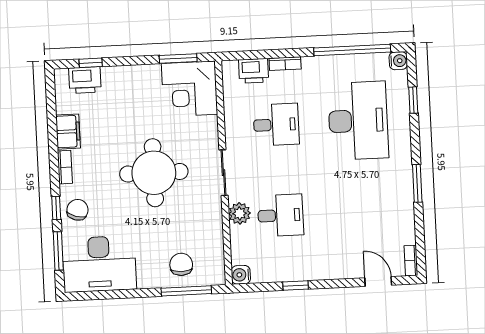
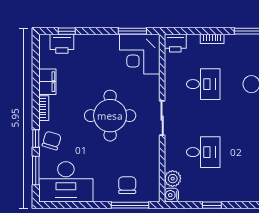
printer: (254, 71) -> (175, 43), moved
plant: (240, 213) -> (173, 179), moved

